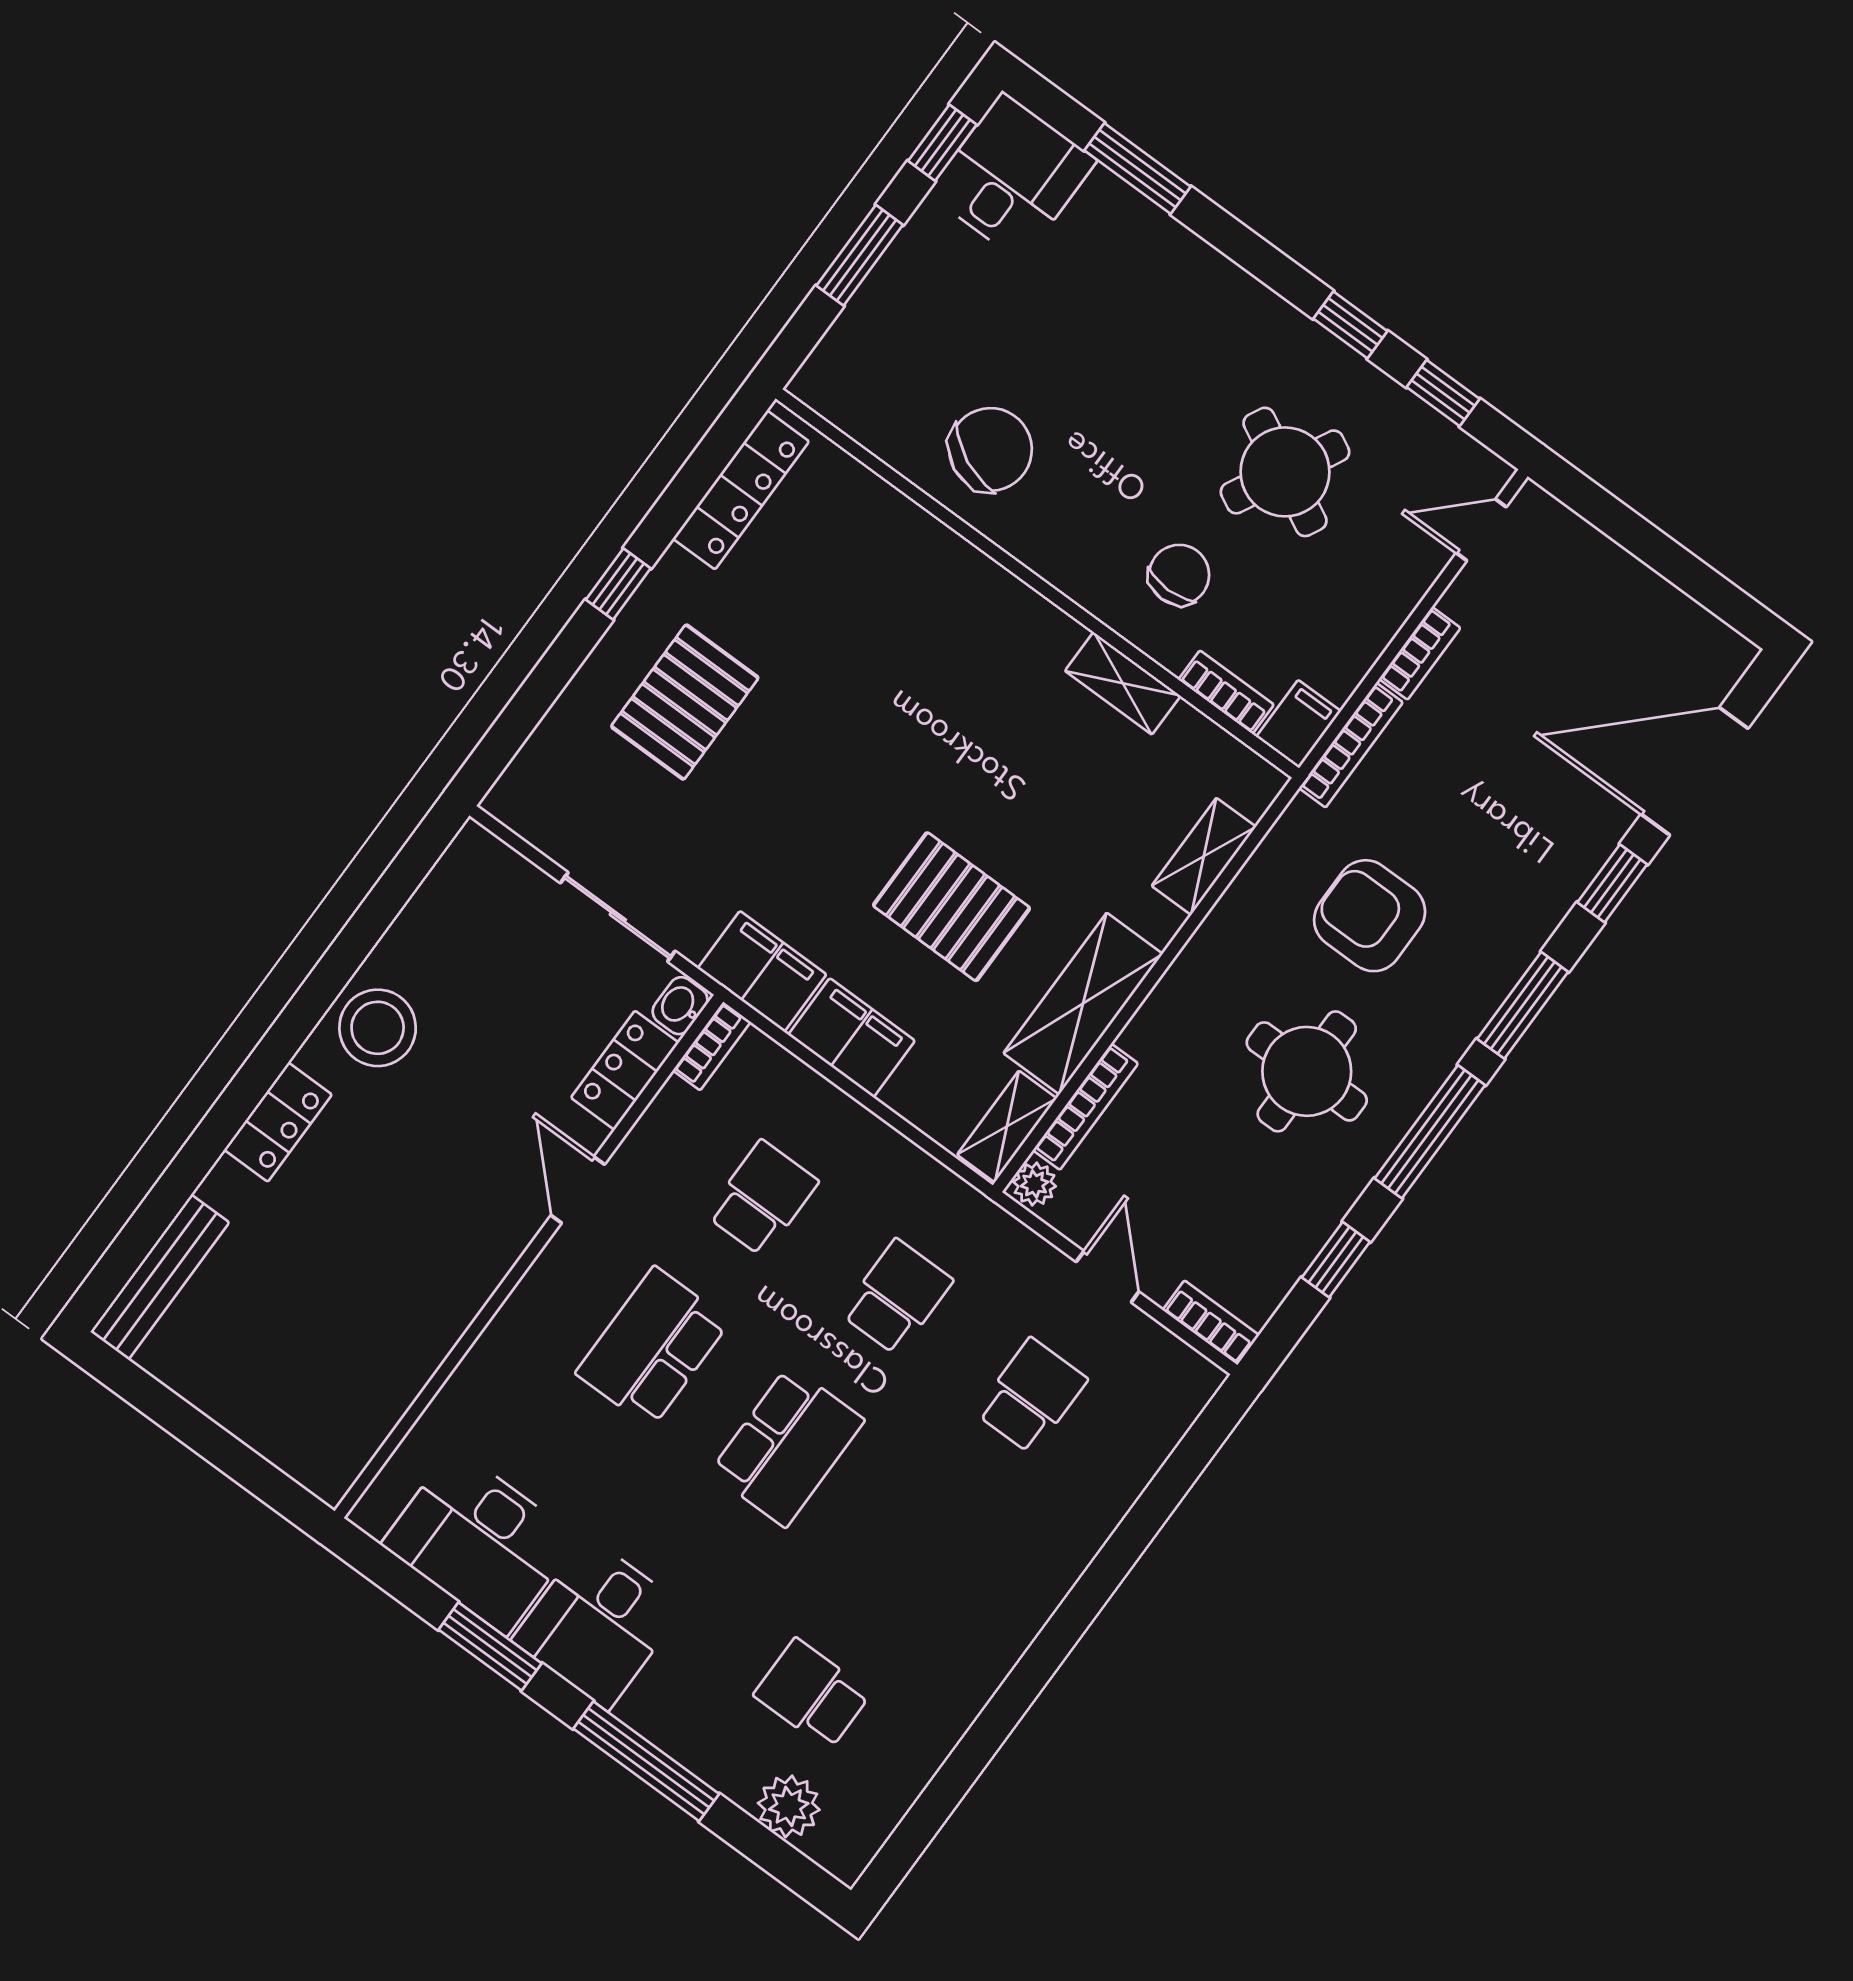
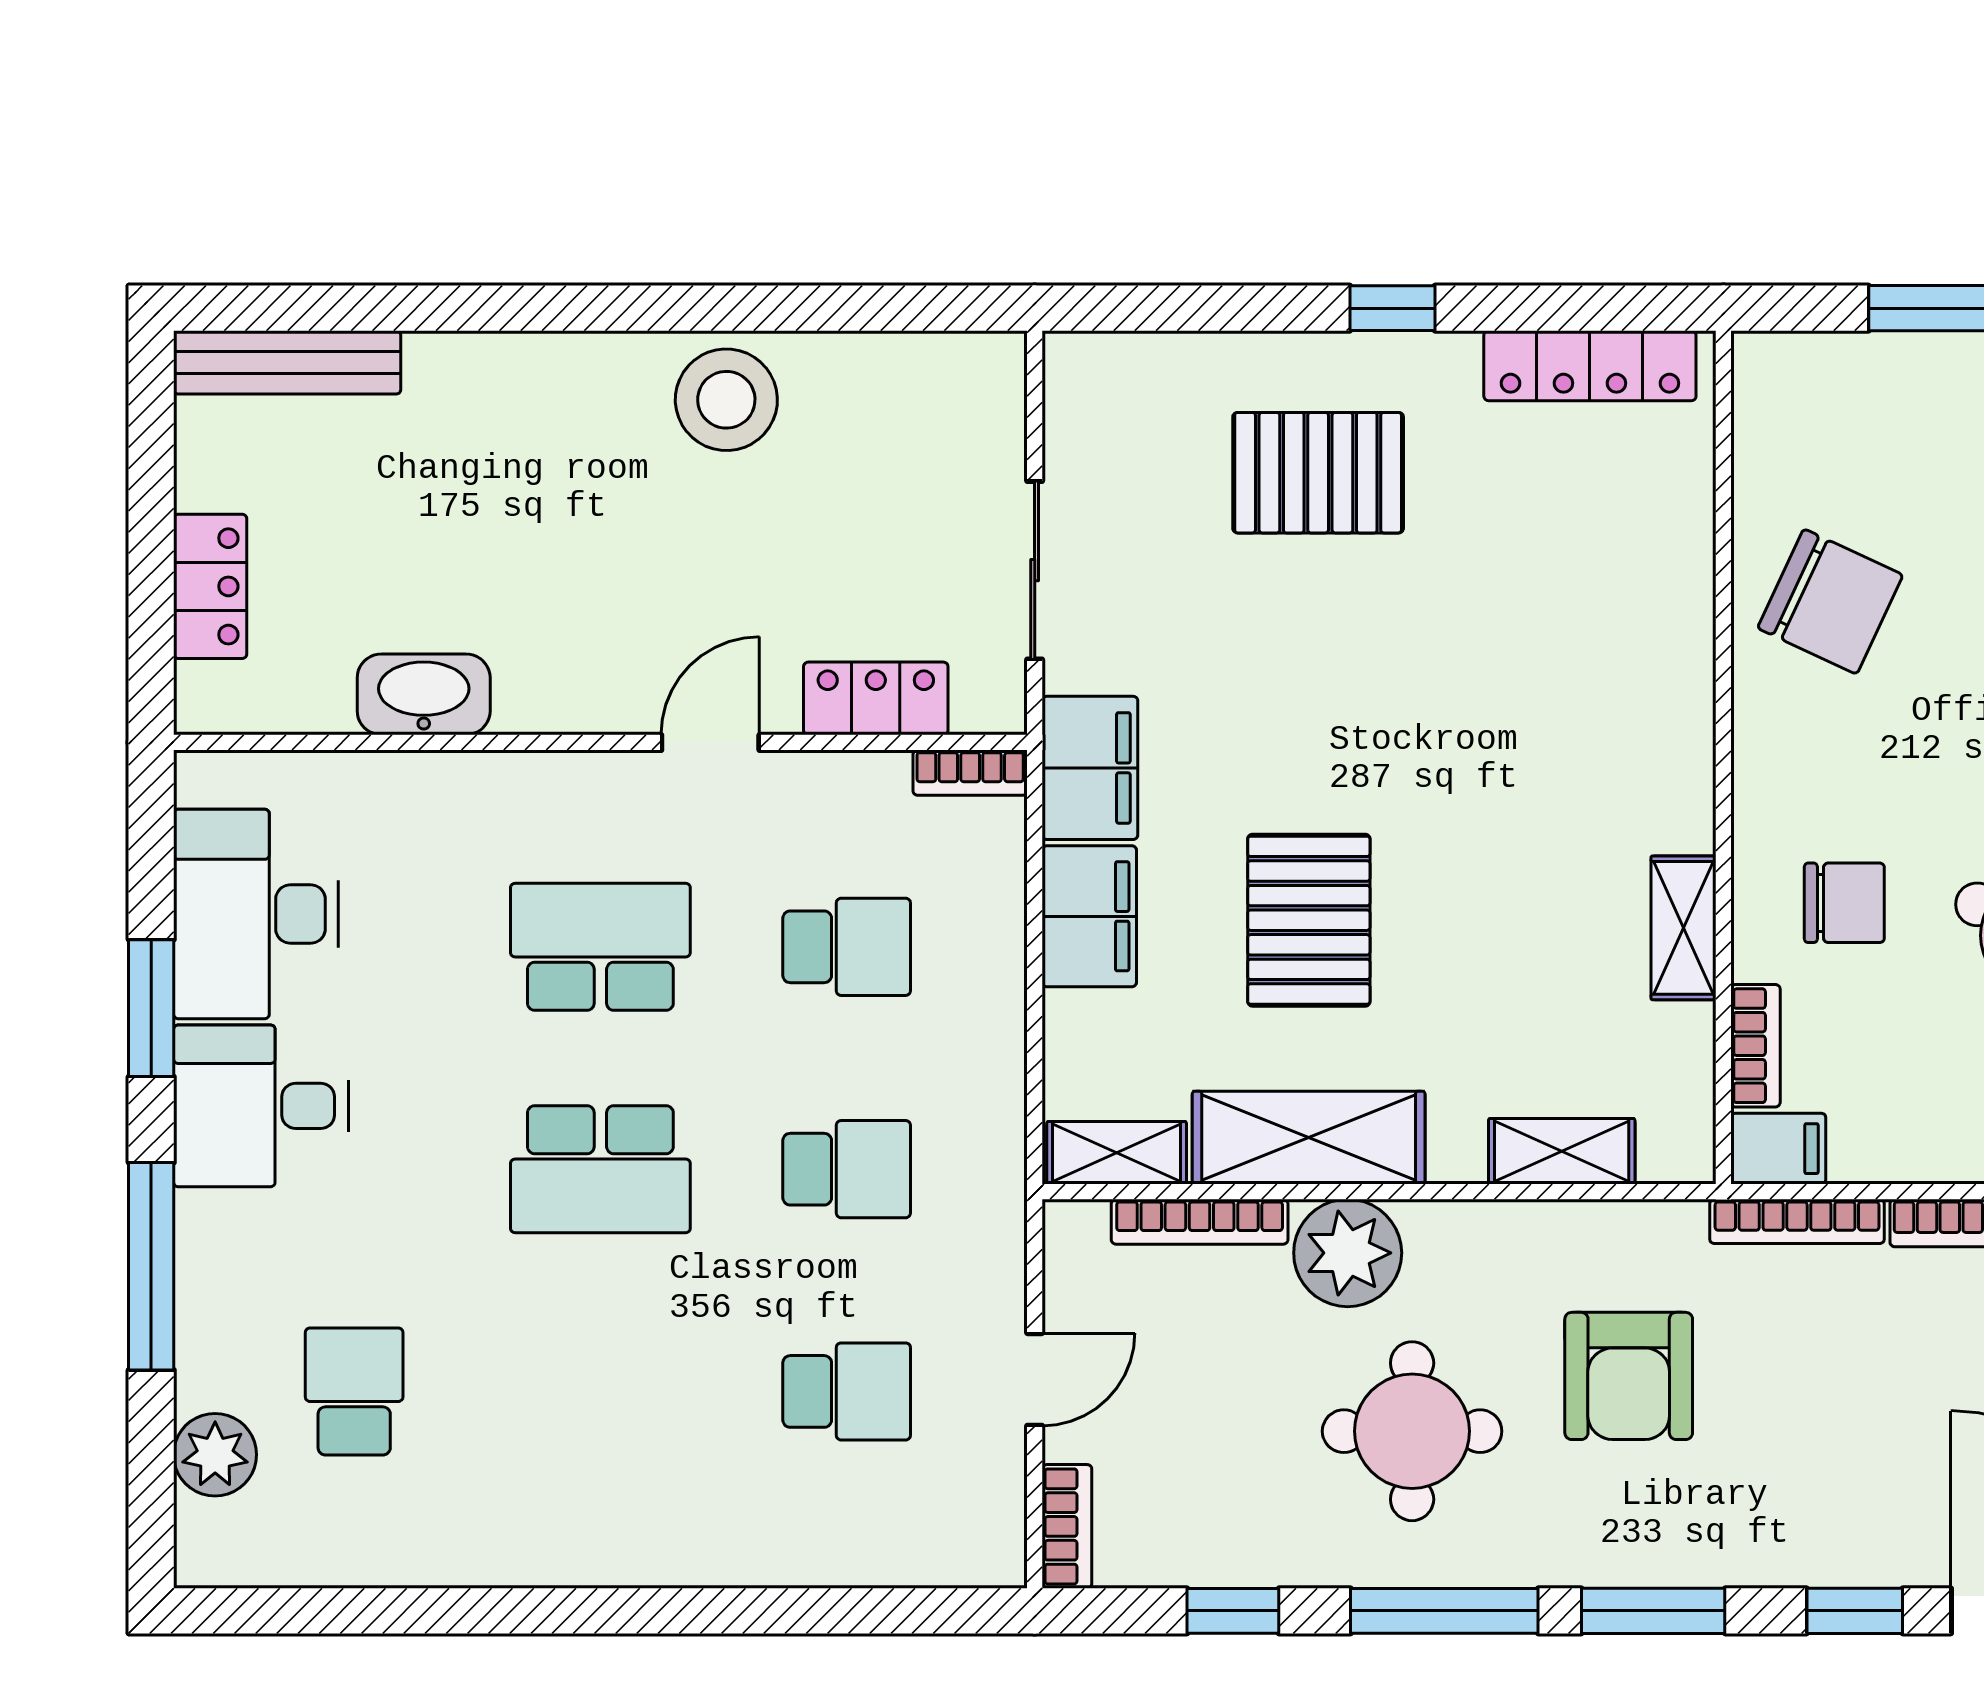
armchair: (1370, 916) -> (1629, 1376), turned 180
washbasin: (680, 1006) -> (424, 694), moved, width x1.91, depth x1.45
locker: (278, 1122) -> (210, 586), moved, turned -90
plant: (1035, 1184) -> (1348, 1253), moved, width x1.88, depth x1.88

